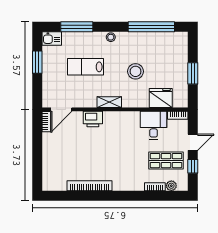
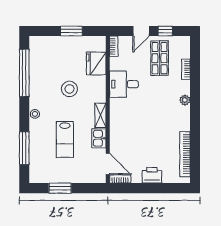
kitchen sink: (52, 39) -> (99, 138), moved, turned 180
printer: (93, 119) -> (152, 175), moved, turned -90
desk: (154, 125) -> (124, 84), moved
door: (193, 142) -> (141, 31), swing flipped
bookcase: (90, 186) -> (185, 154), moved
plant: (171, 186) -> (185, 100), moved

